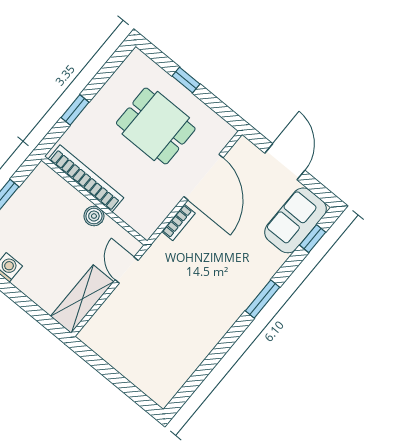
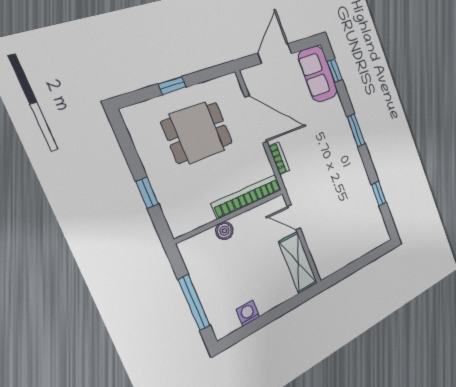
door: (285, 162) -> (275, 53), hinge flipped
bookcase: (86, 178) -> (247, 196), moved
boiler: (94, 216) -> (224, 231), moved
window: (207, 366) -> (379, 194), added

